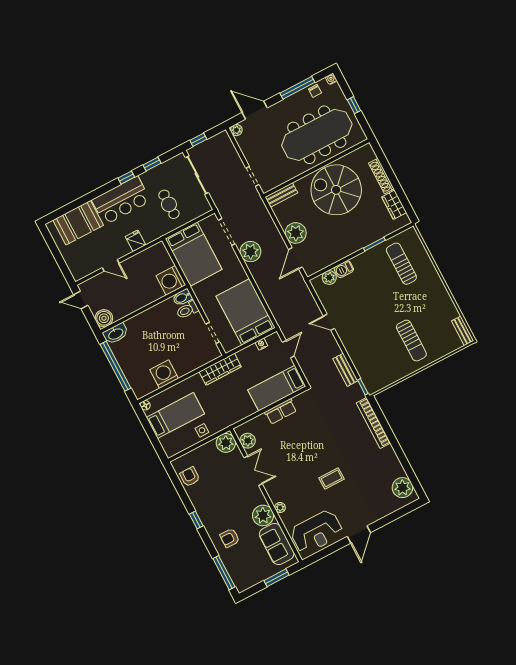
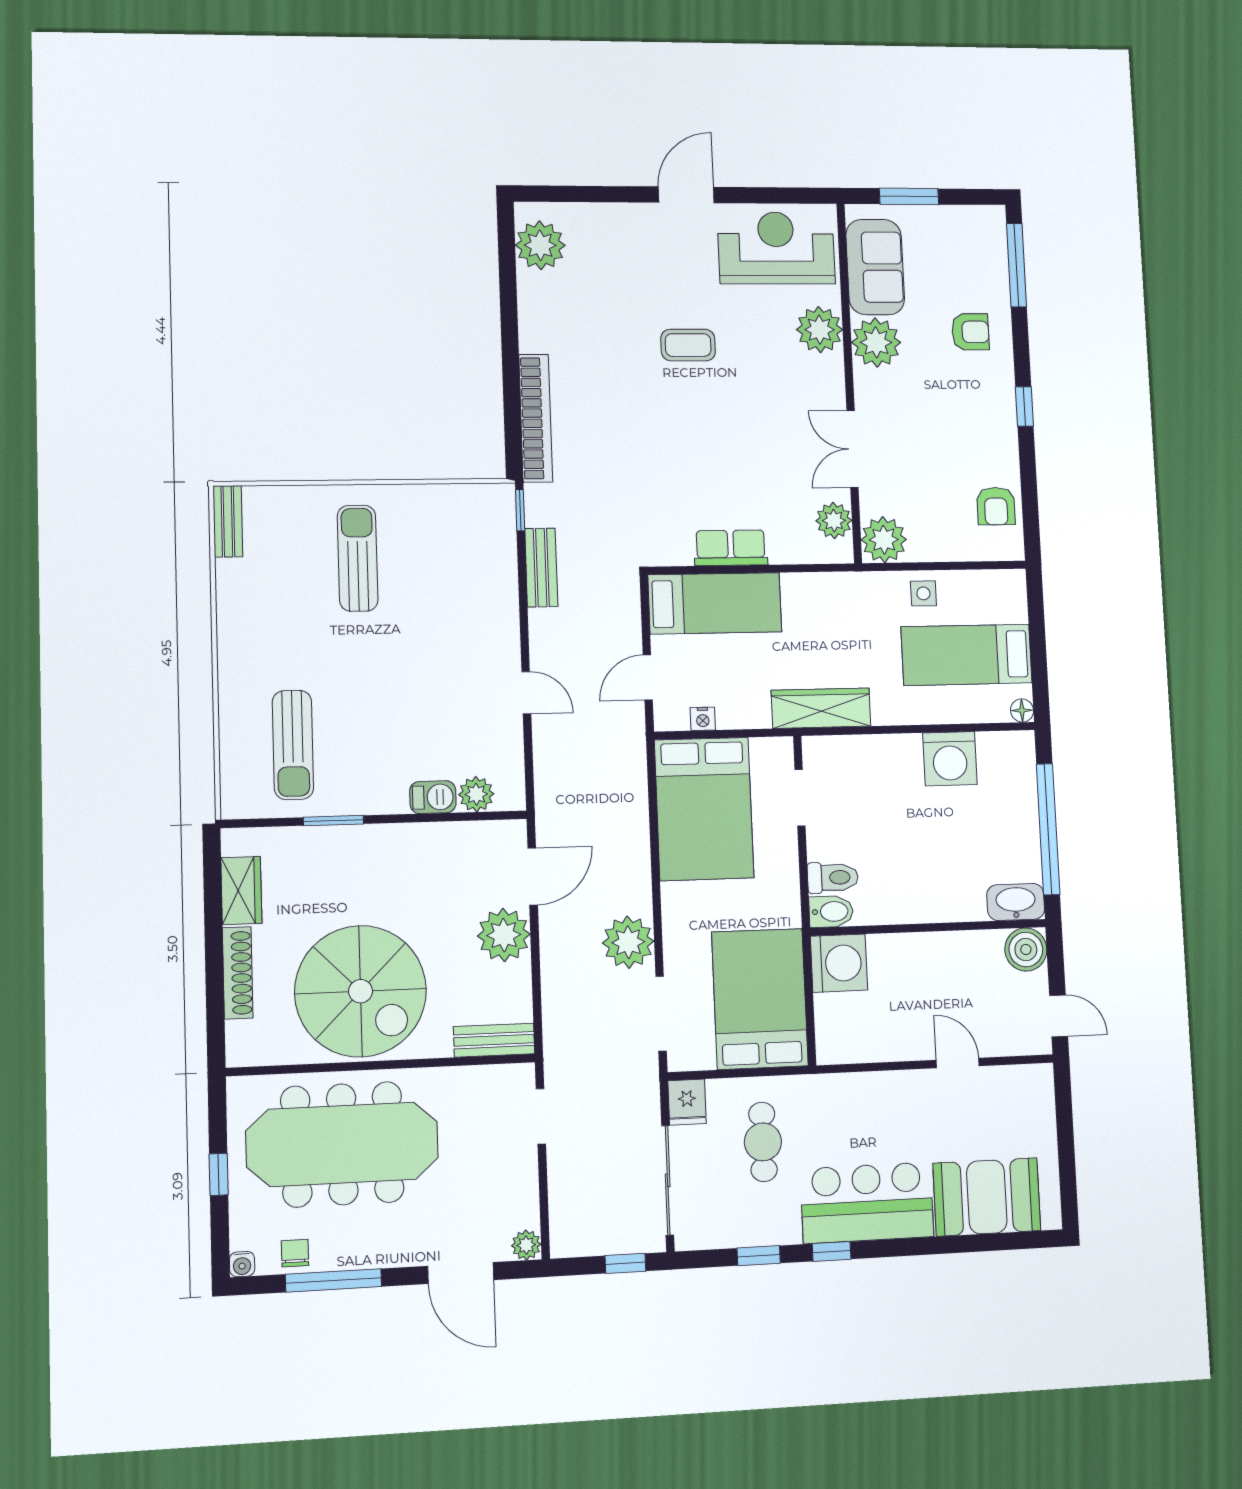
fridge: (136, 241) -> (687, 1102), moved
plant: (280, 508) -> (820, 330), width x1.87, depth x1.87

